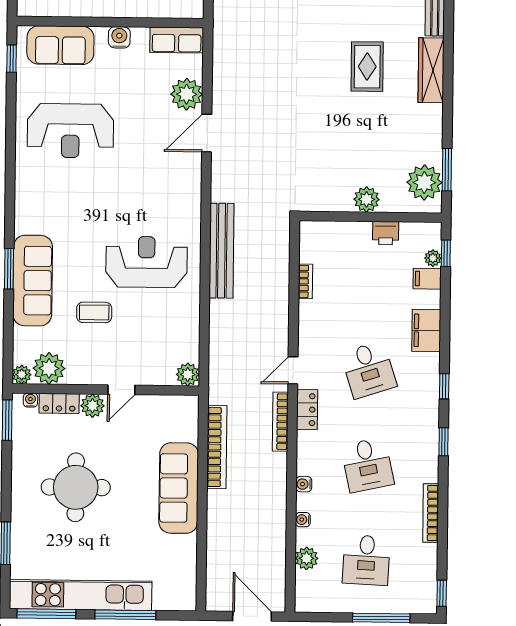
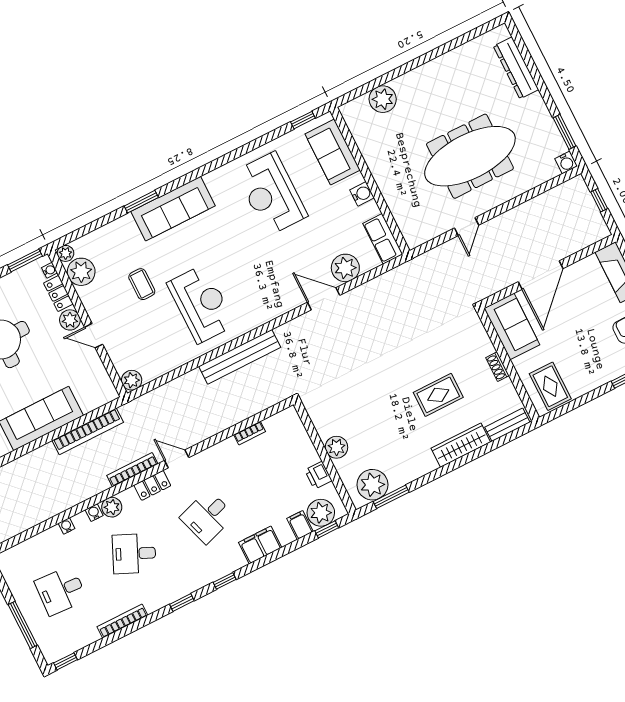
plant: (433, 258) -> (321, 513), width x1.88, depth x1.88
sofa: (33, 281) -> (173, 209), moved
desk: (367, 465) -> (134, 554), turned 36
plant: (307, 558) -> (112, 507), moved

